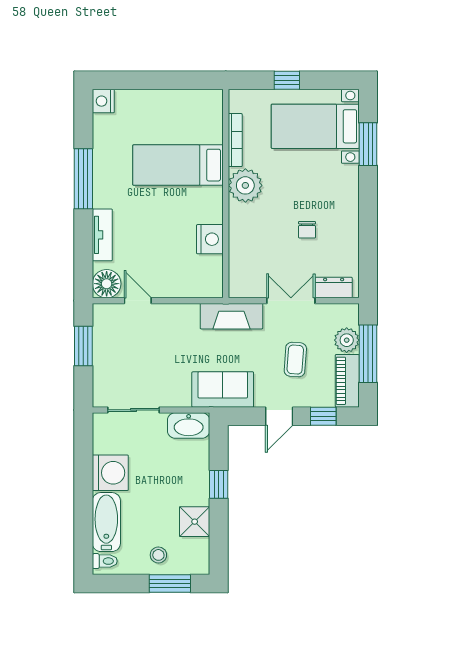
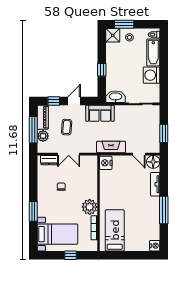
window: (368, 144) -> (33, 211), moved
bed: (178, 165) -> (115, 230), moved, turned -90
nightstand: (210, 239) -> (106, 163), moved
fireplace: (231, 316) -> (111, 147), moved
shower: (195, 522) -> (113, 35), moved

